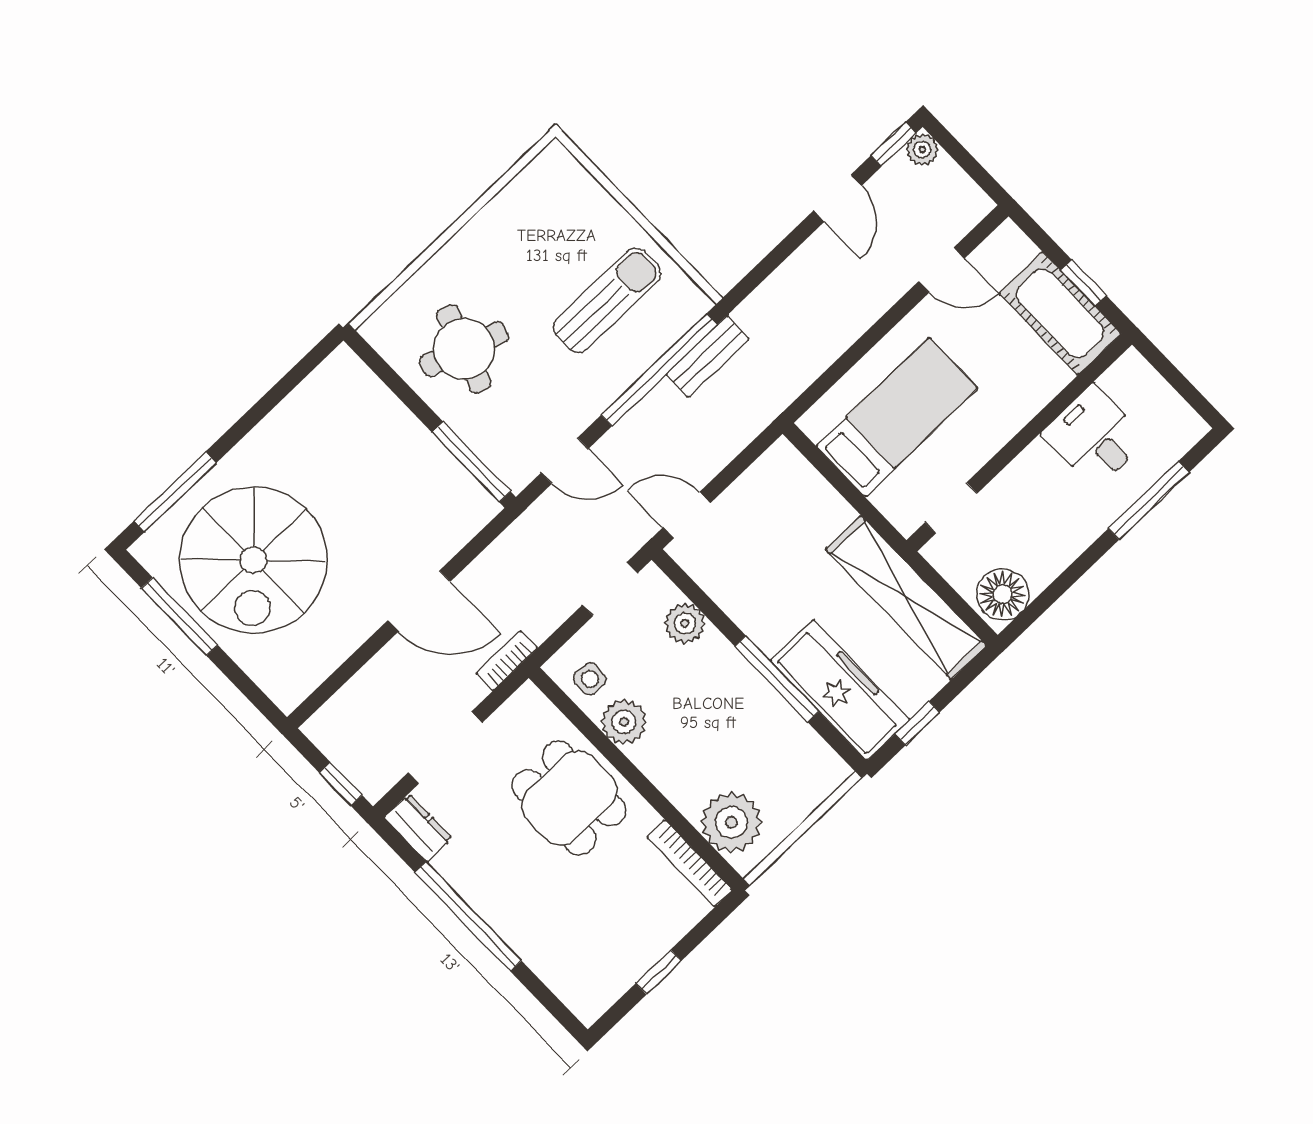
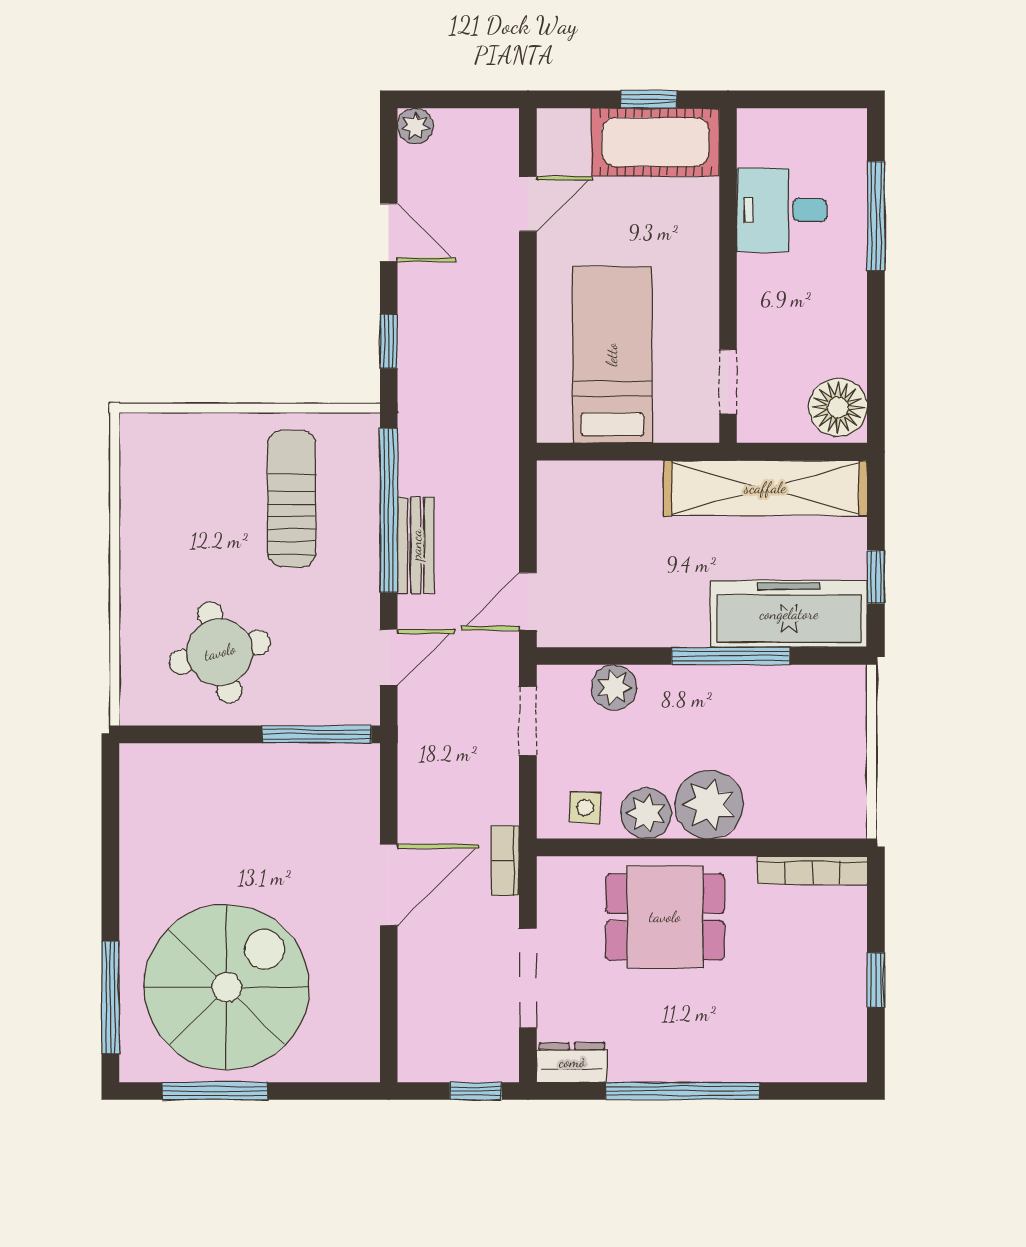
window: (894, 144) -> (389, 341), moved
round table: (464, 349) -> (220, 652), turned -33
bench: (708, 357) -> (416, 545), moved
spiral stairs: (253, 560) -> (227, 987), turned -90
plant: (731, 822) -> (709, 805), moved

